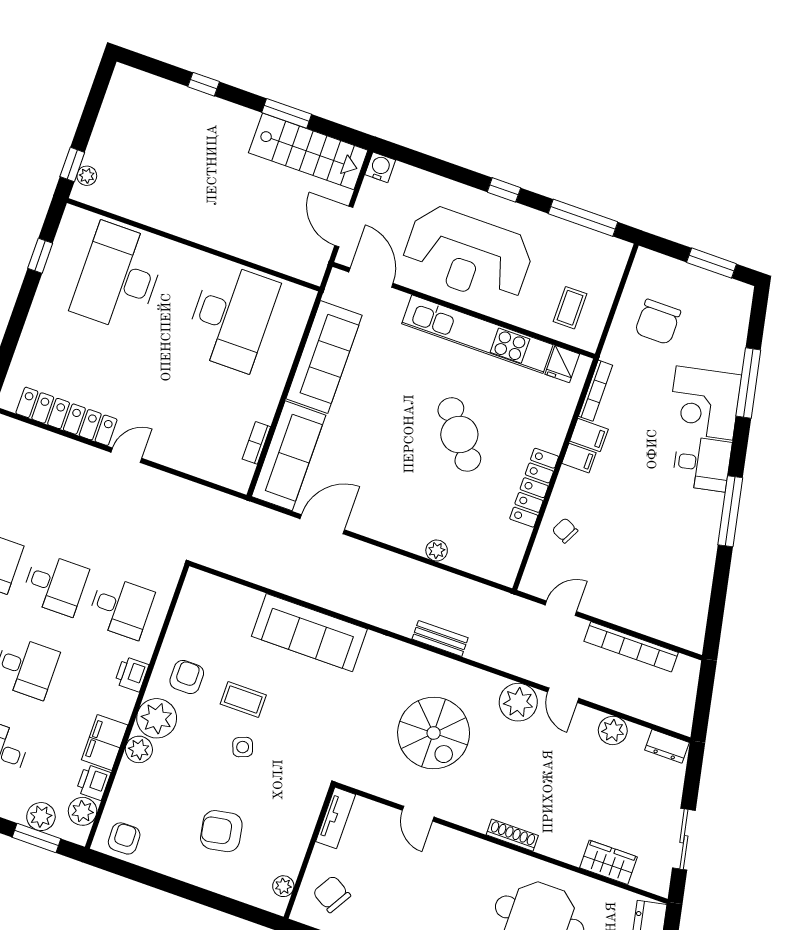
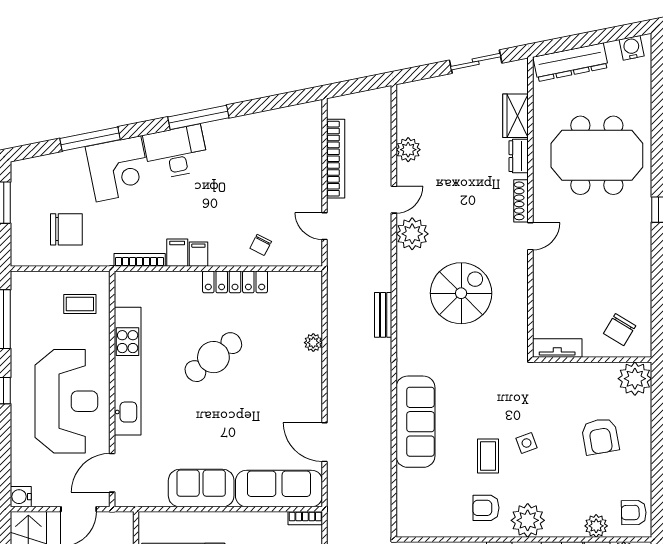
sofa: (324, 357) -> (201, 488), width x0.73
fridge: (562, 364) -> (127, 294), removed
bookcase: (256, 443) -> (305, 518), moved
desk: (702, 463) -> (176, 152), width x1.37
dresser: (667, 746) -> (519, 156), moved, turned 180
plant: (139, 749) -> (596, 526), moved
door: (418, 814) -> (530, 236), moved
plant: (283, 886) -> (635, 379), width x1.87, depth x1.87

